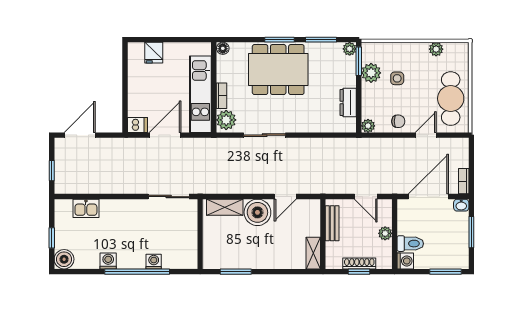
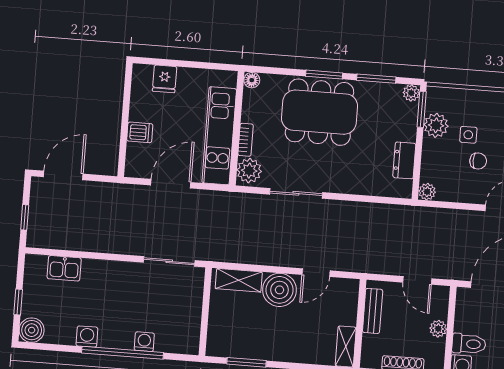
chair: (398, 121) -> (478, 161), moved
dishwasher: (137, 125) -> (140, 132), moved

